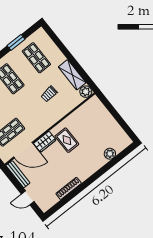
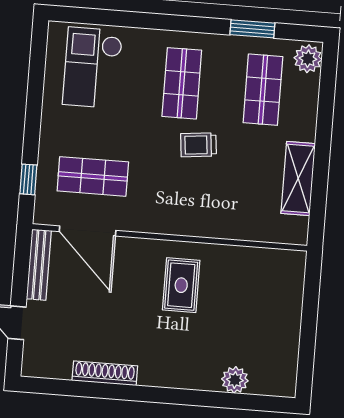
plant: (86, 92) -> (308, 59), moved
trolley: (49, 94) -> (198, 145), moved
wardrobe: (45, 142) -> (140, 252), removed

